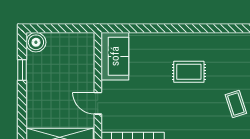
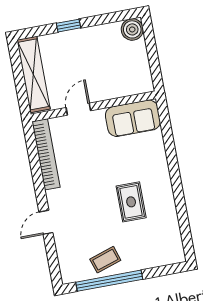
window: (22, 70) -> (69, 26), moved

